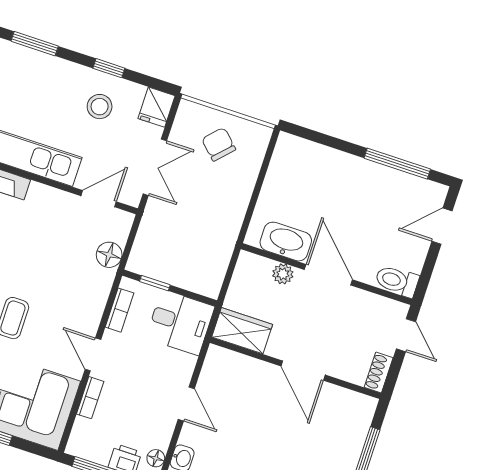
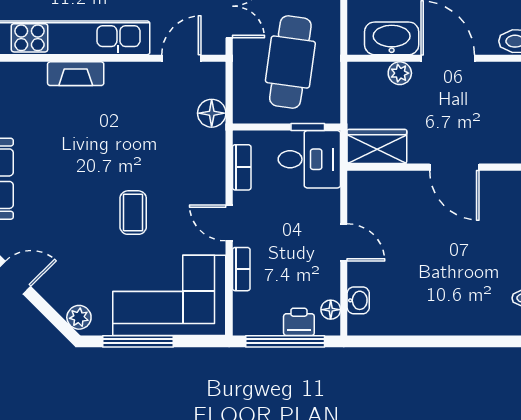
cafe table: (192, 233) -> (290, 62), added
window: (155, 283) -> (308, 127), moved

